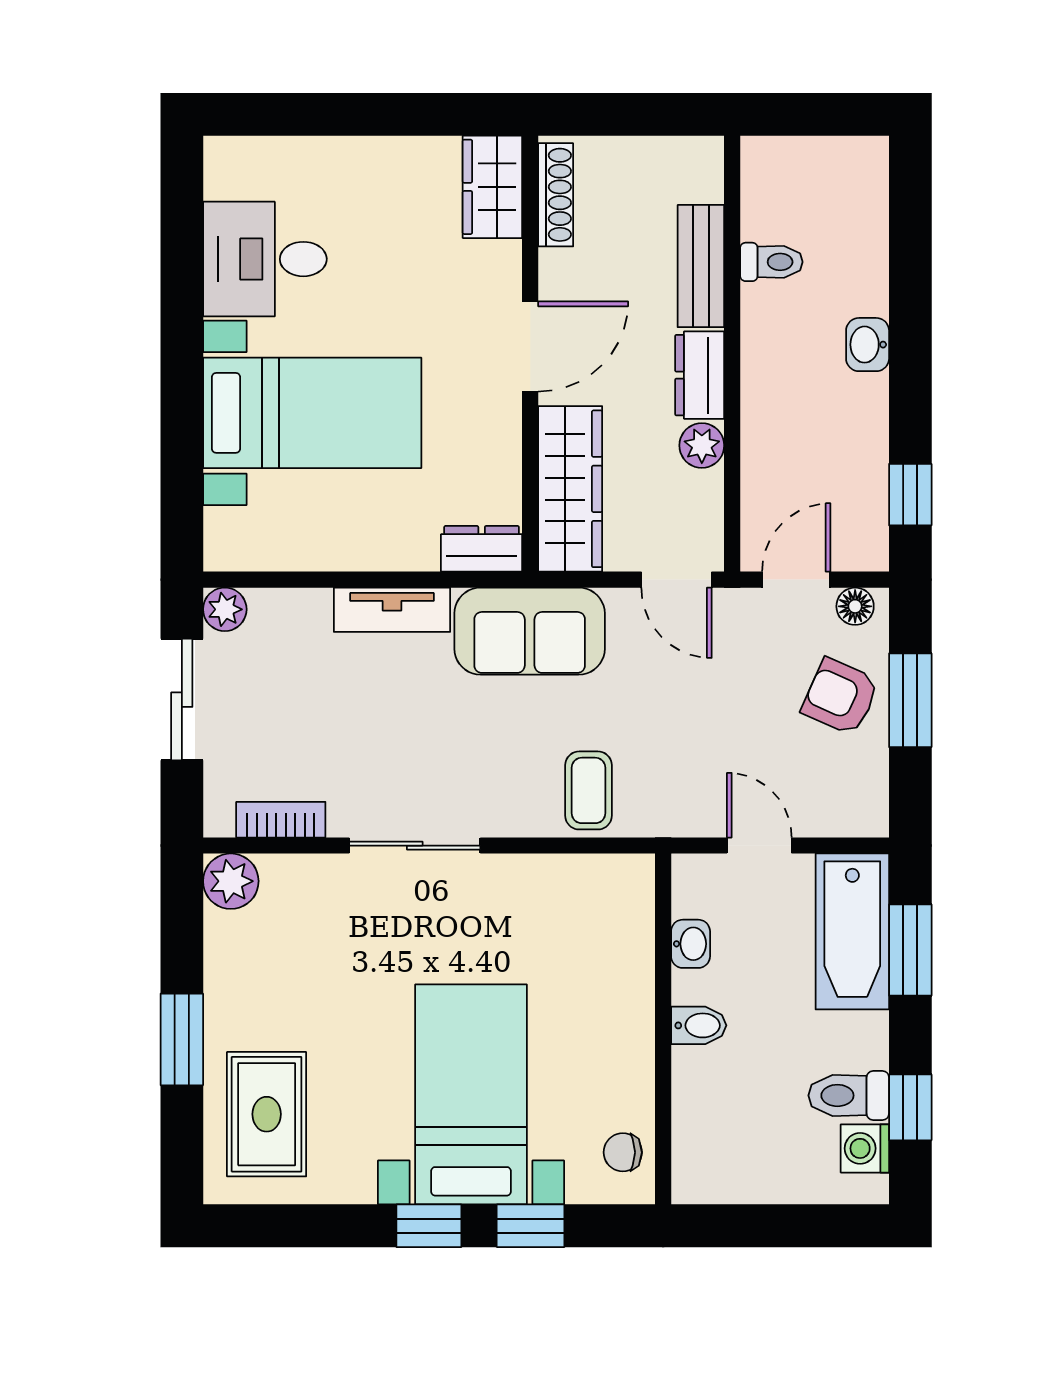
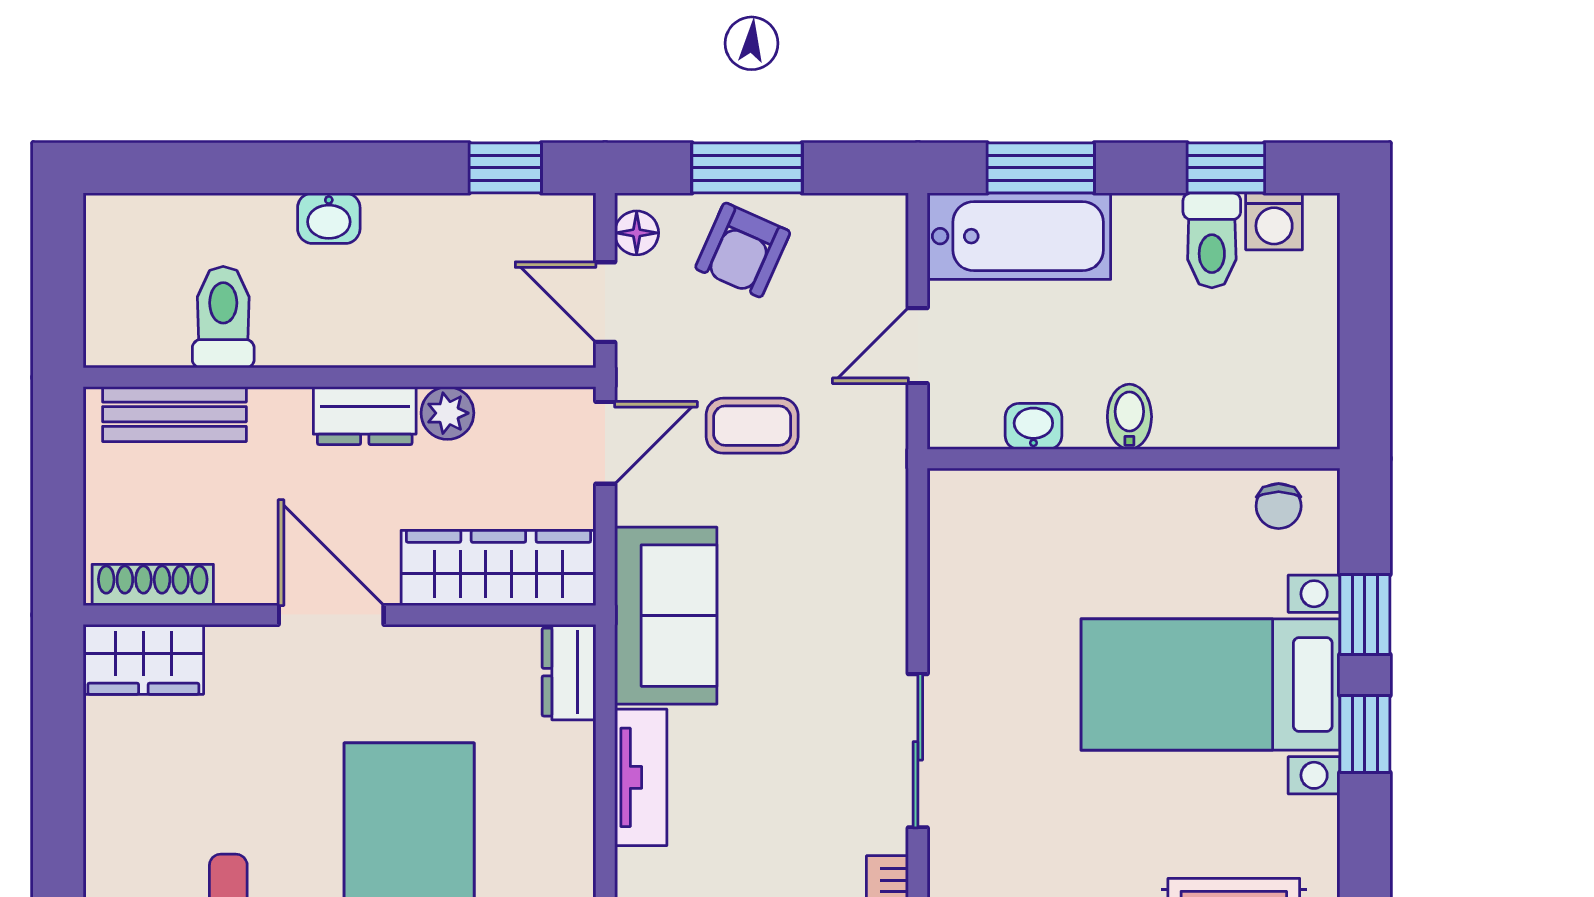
toilet: (771, 262) -> (223, 317), width x1.37, depth x1.39
bench: (701, 266) -> (174, 414), moved
coffee table: (589, 790) -> (752, 426), moved

